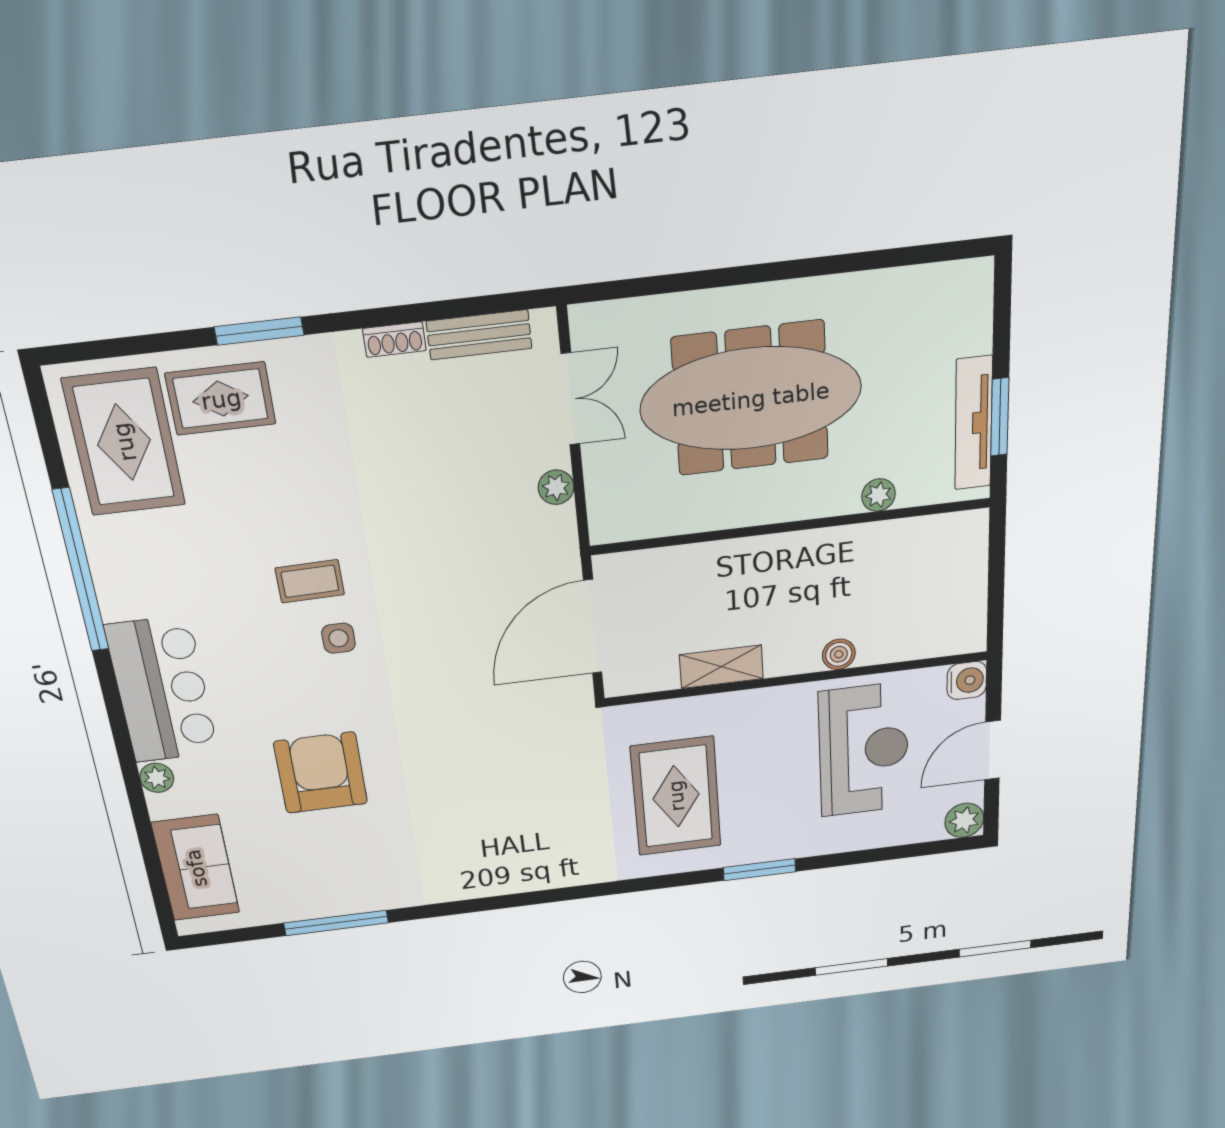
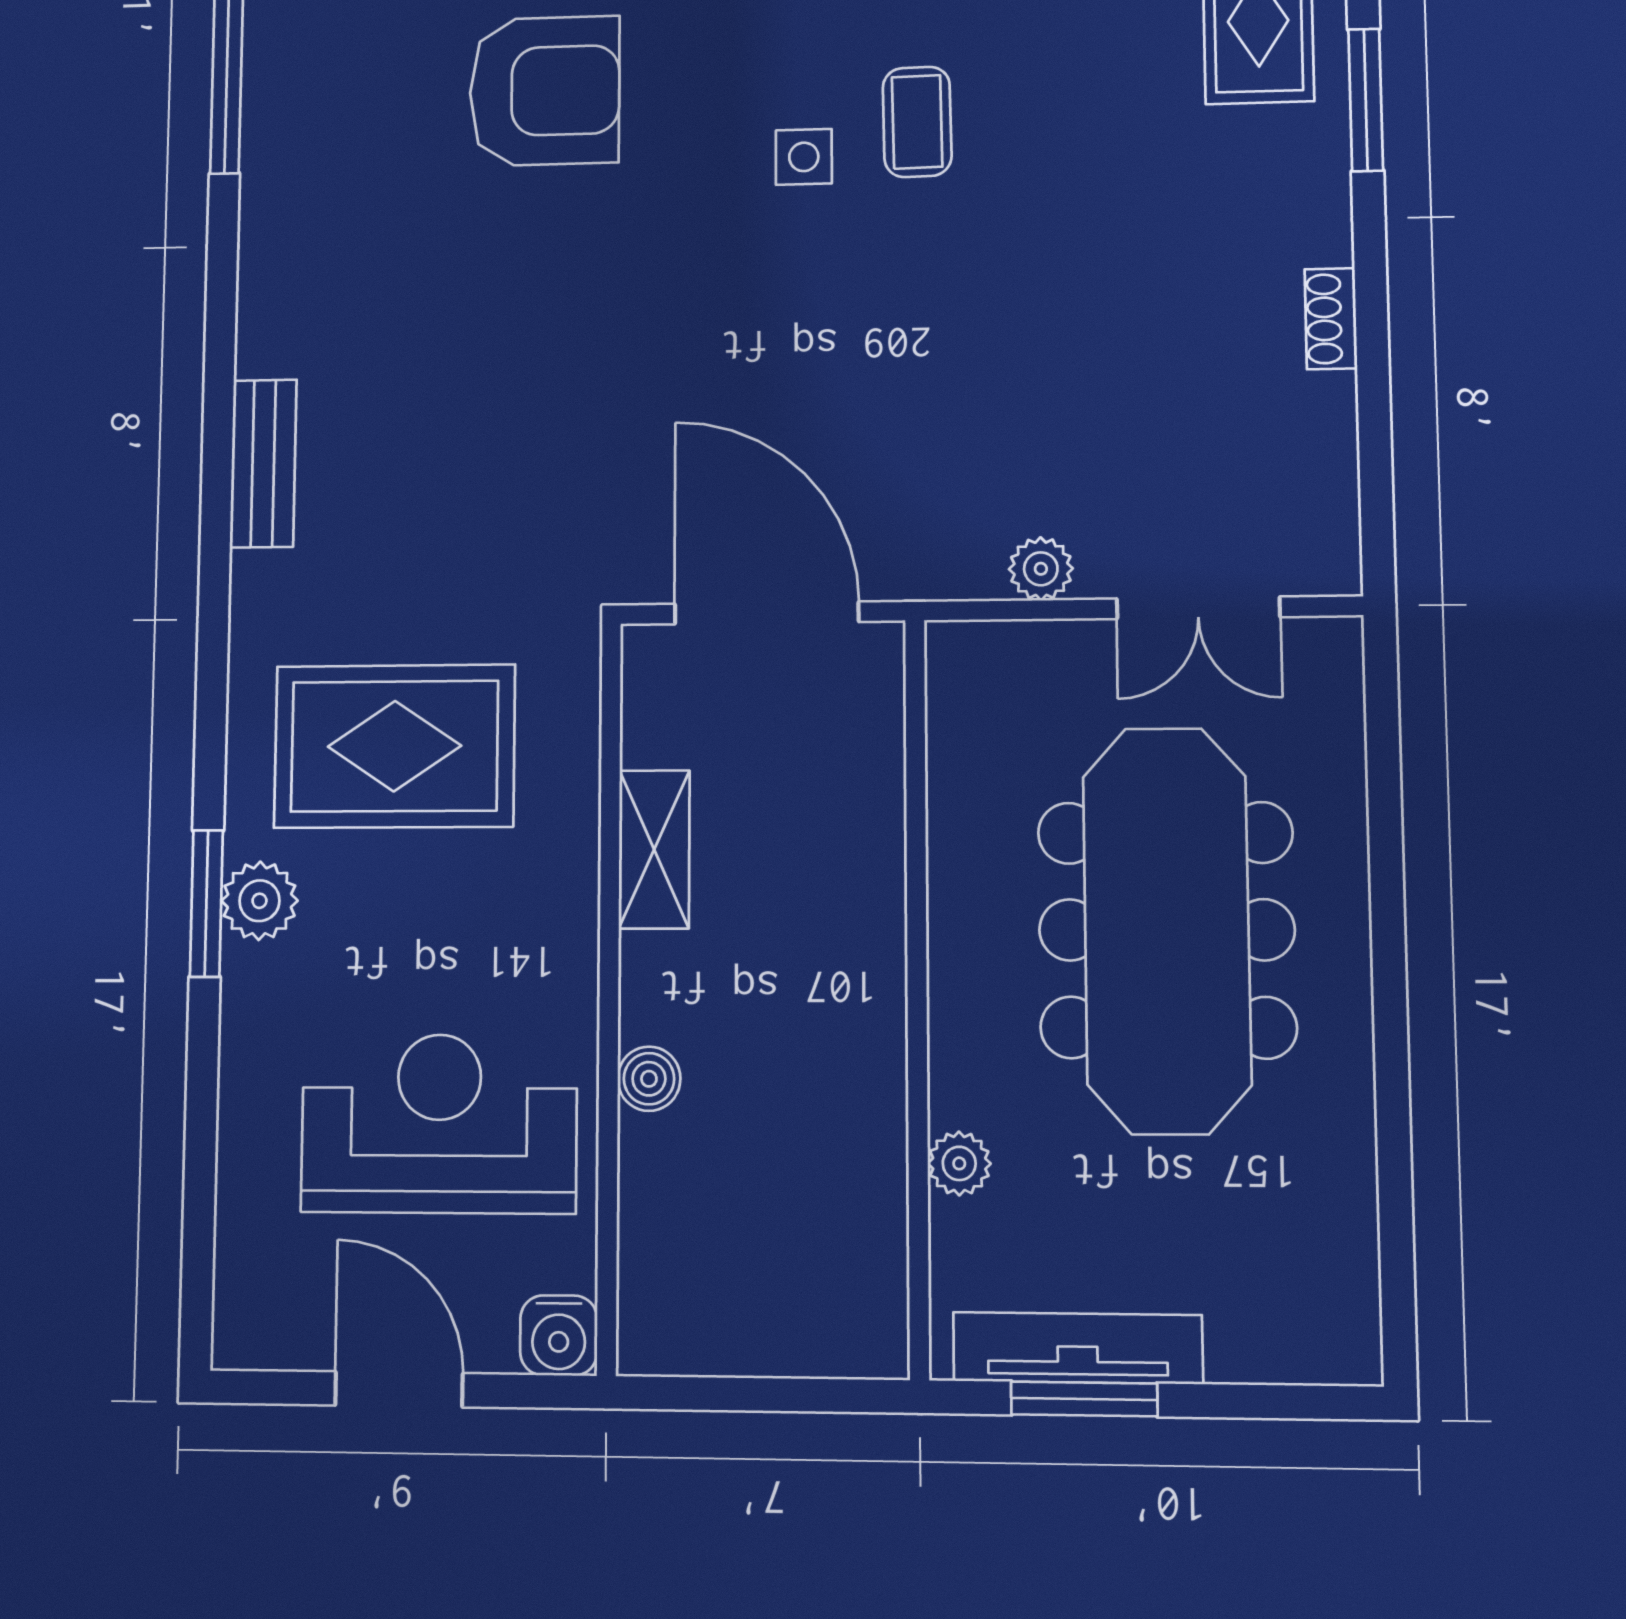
bench: (479, 335) -> (263, 463), moved
reception desk: (864, 750) -> (439, 1124), turned 180
plant: (964, 820) -> (259, 901), moved

